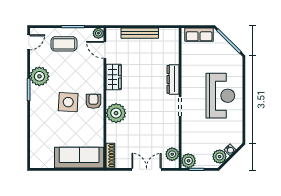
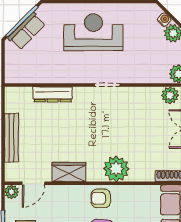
row of seats: (199, 35) -> (27, 31), moved, turned 45
dresser: (173, 79) -> (53, 94), moved

